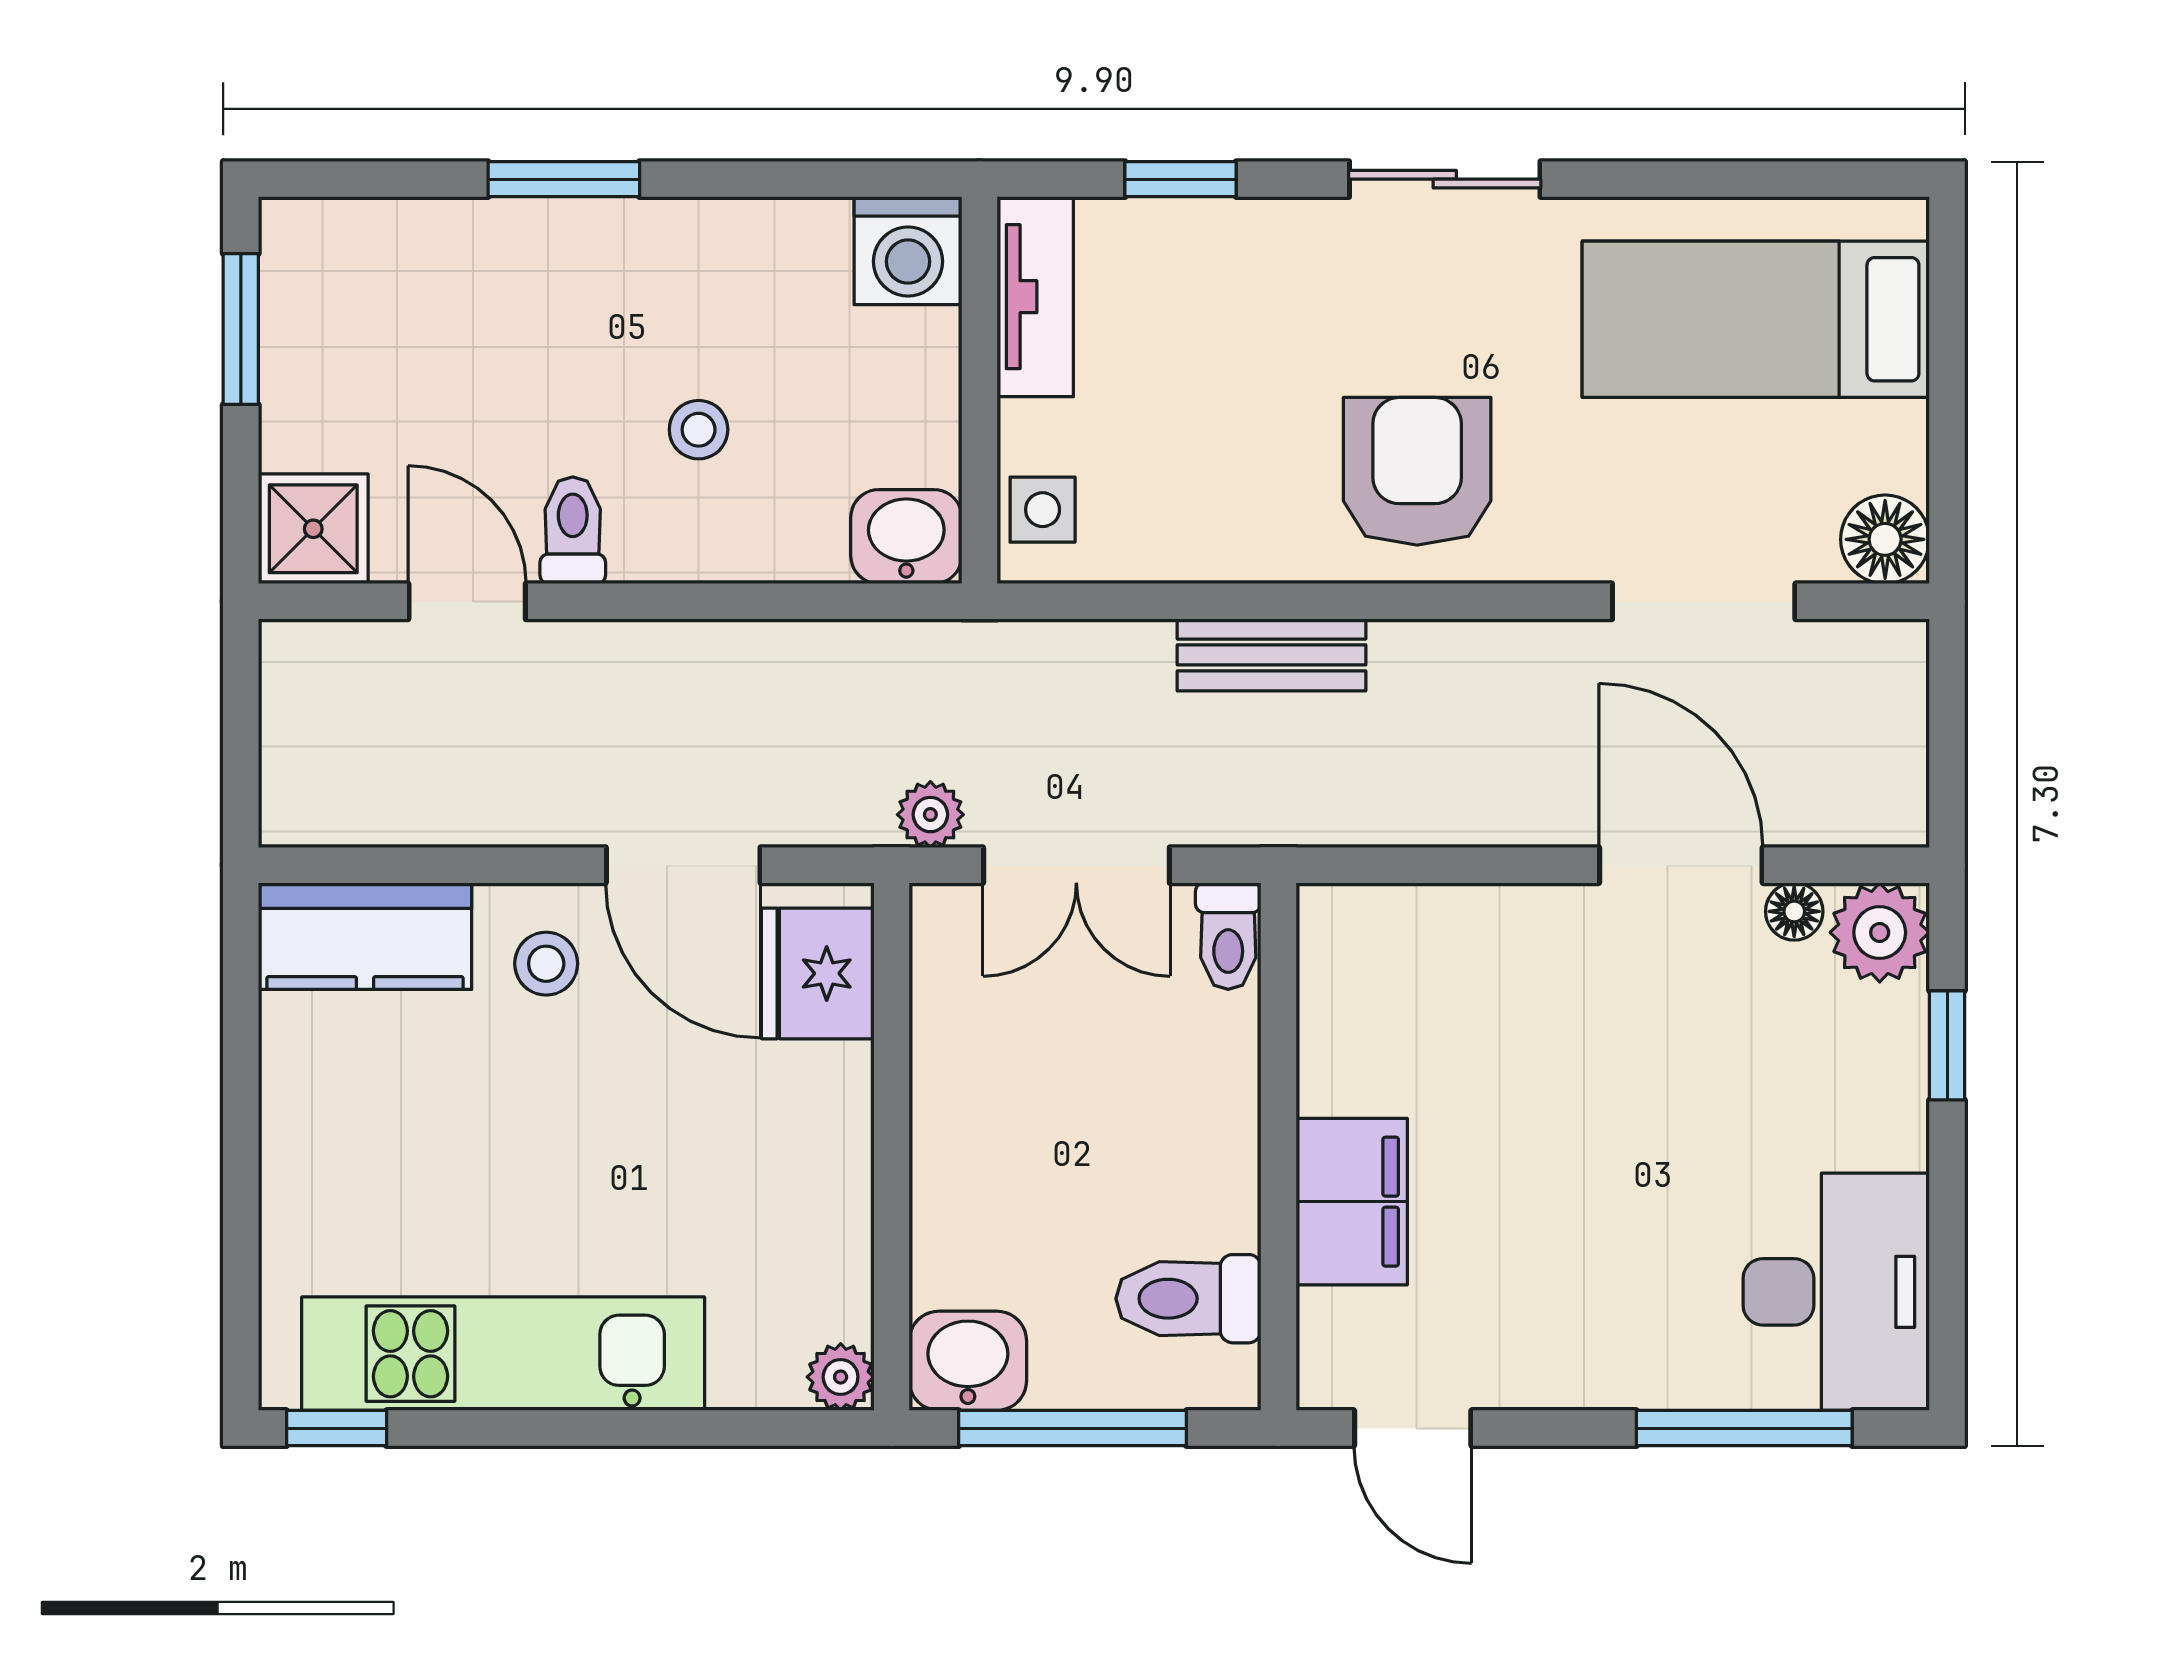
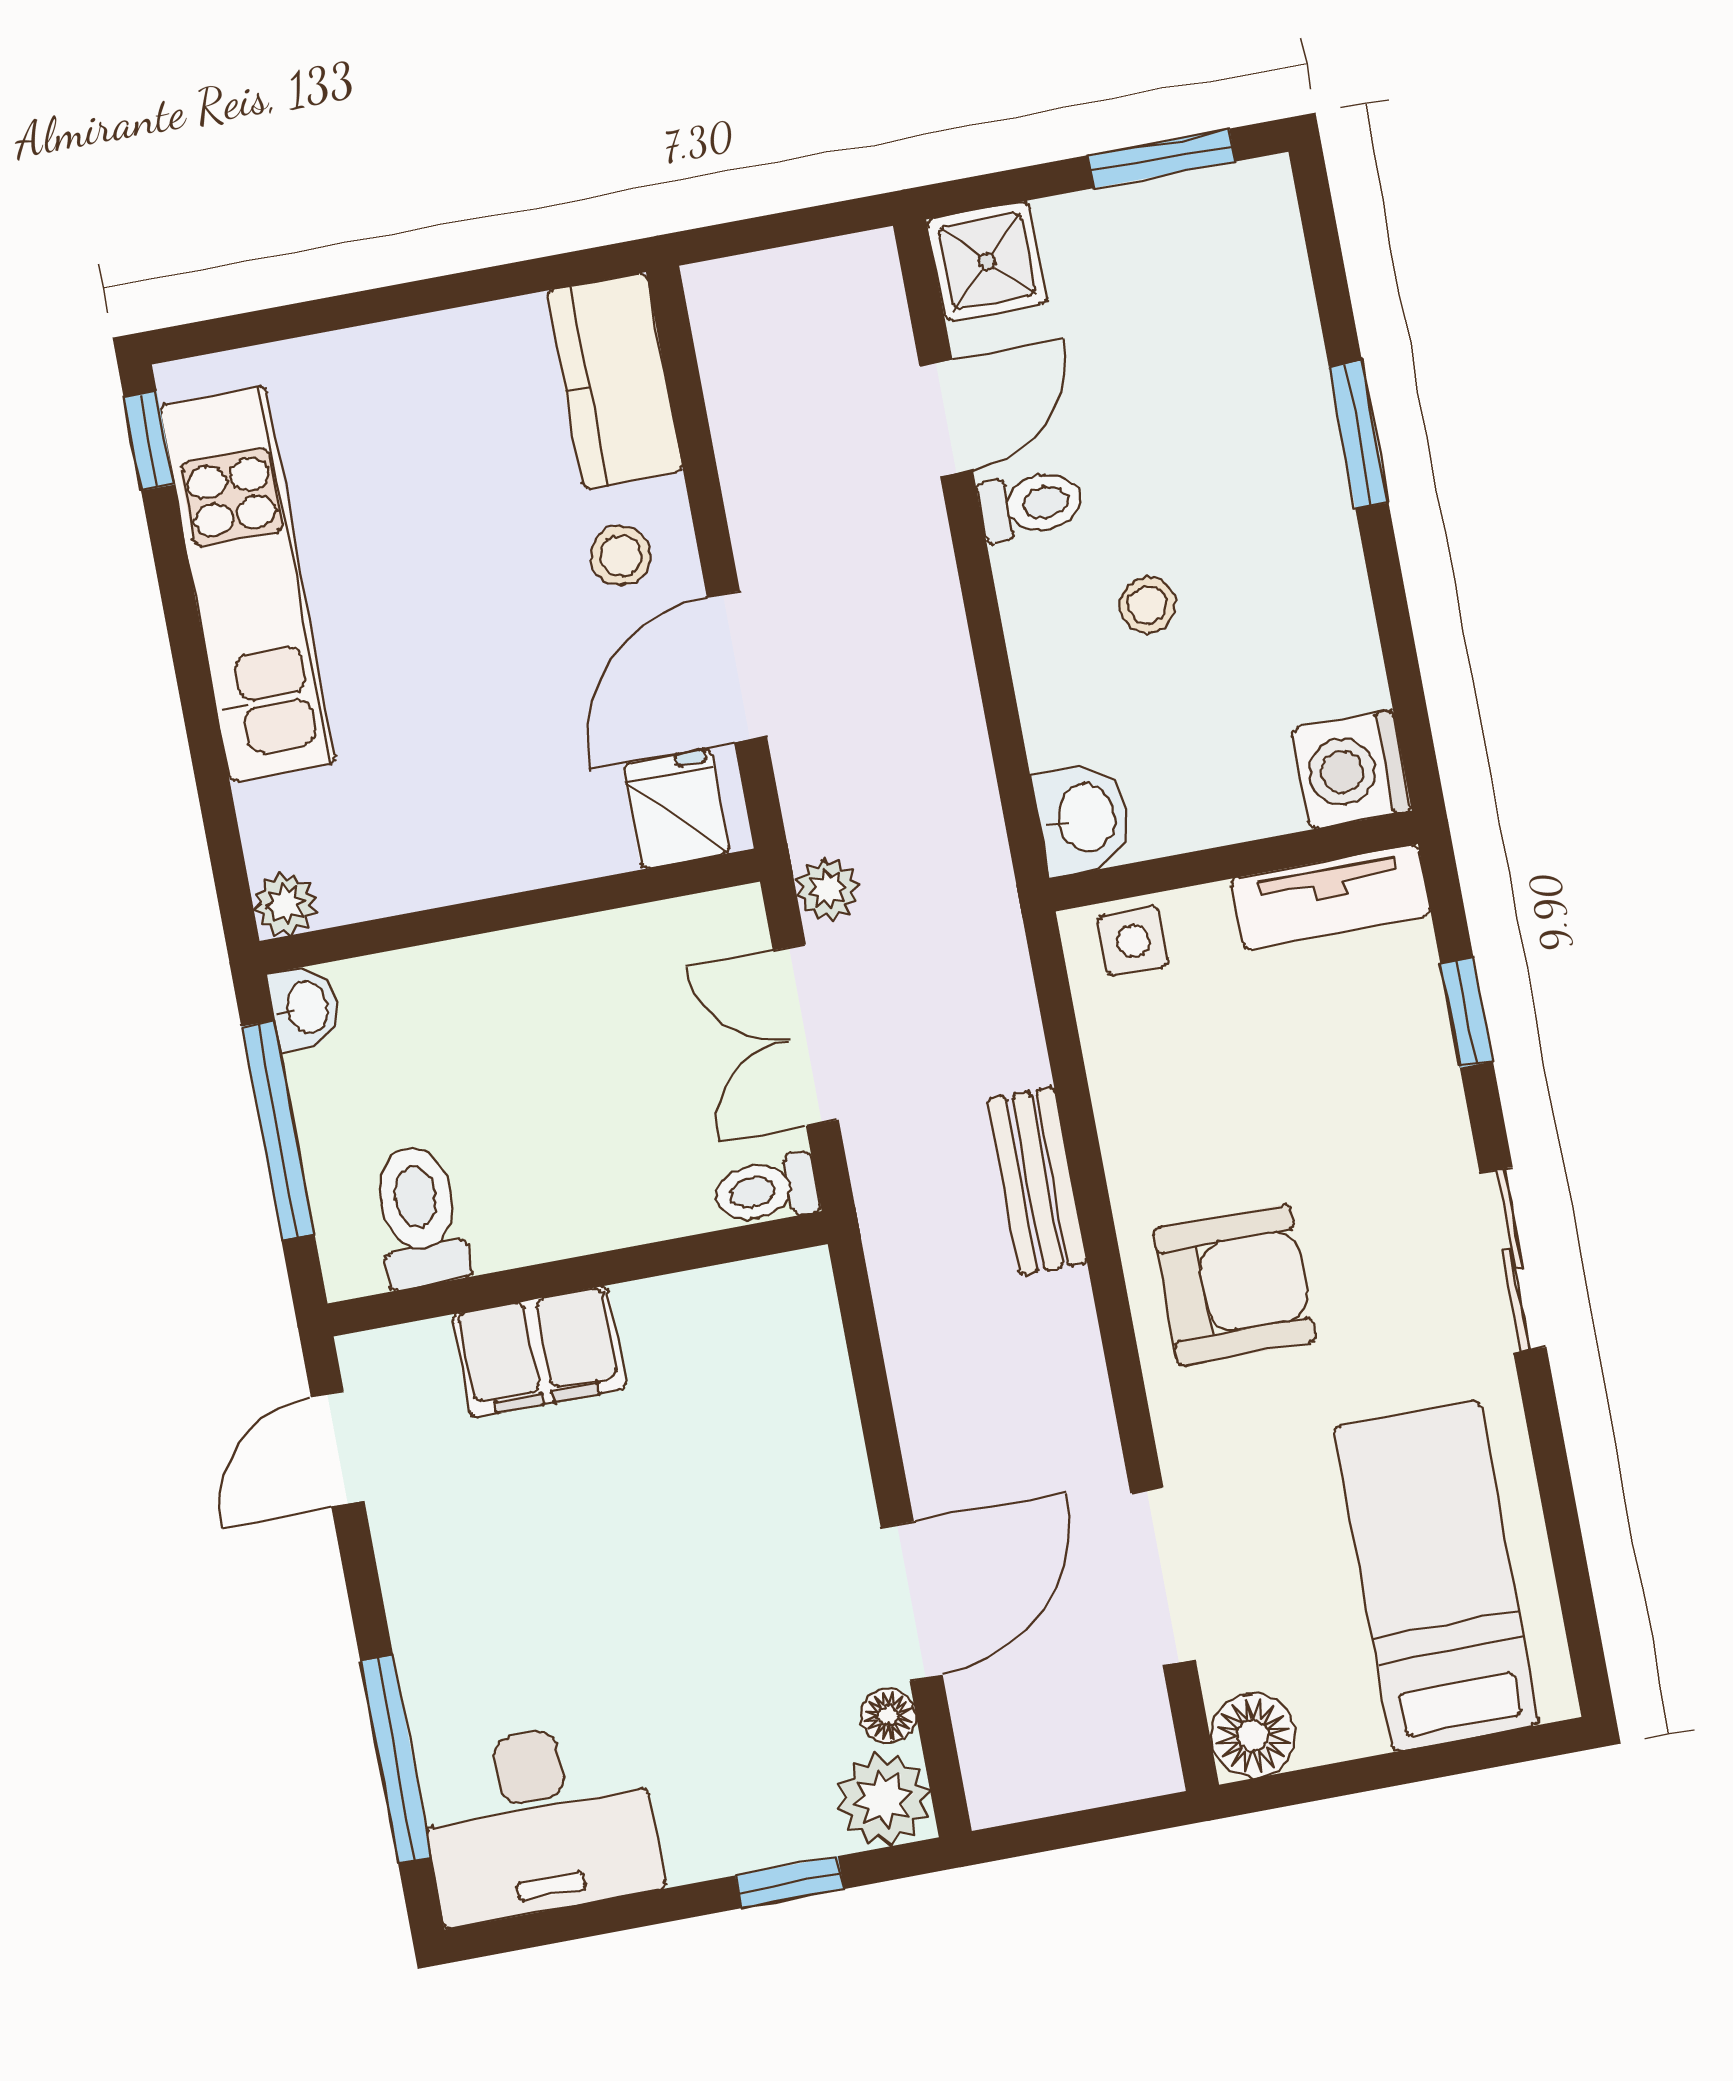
fridge: (818, 973) -> (676, 809), width x0.72
washbasin: (968, 1361) -> (305, 1008), width x0.72, depth x0.69

